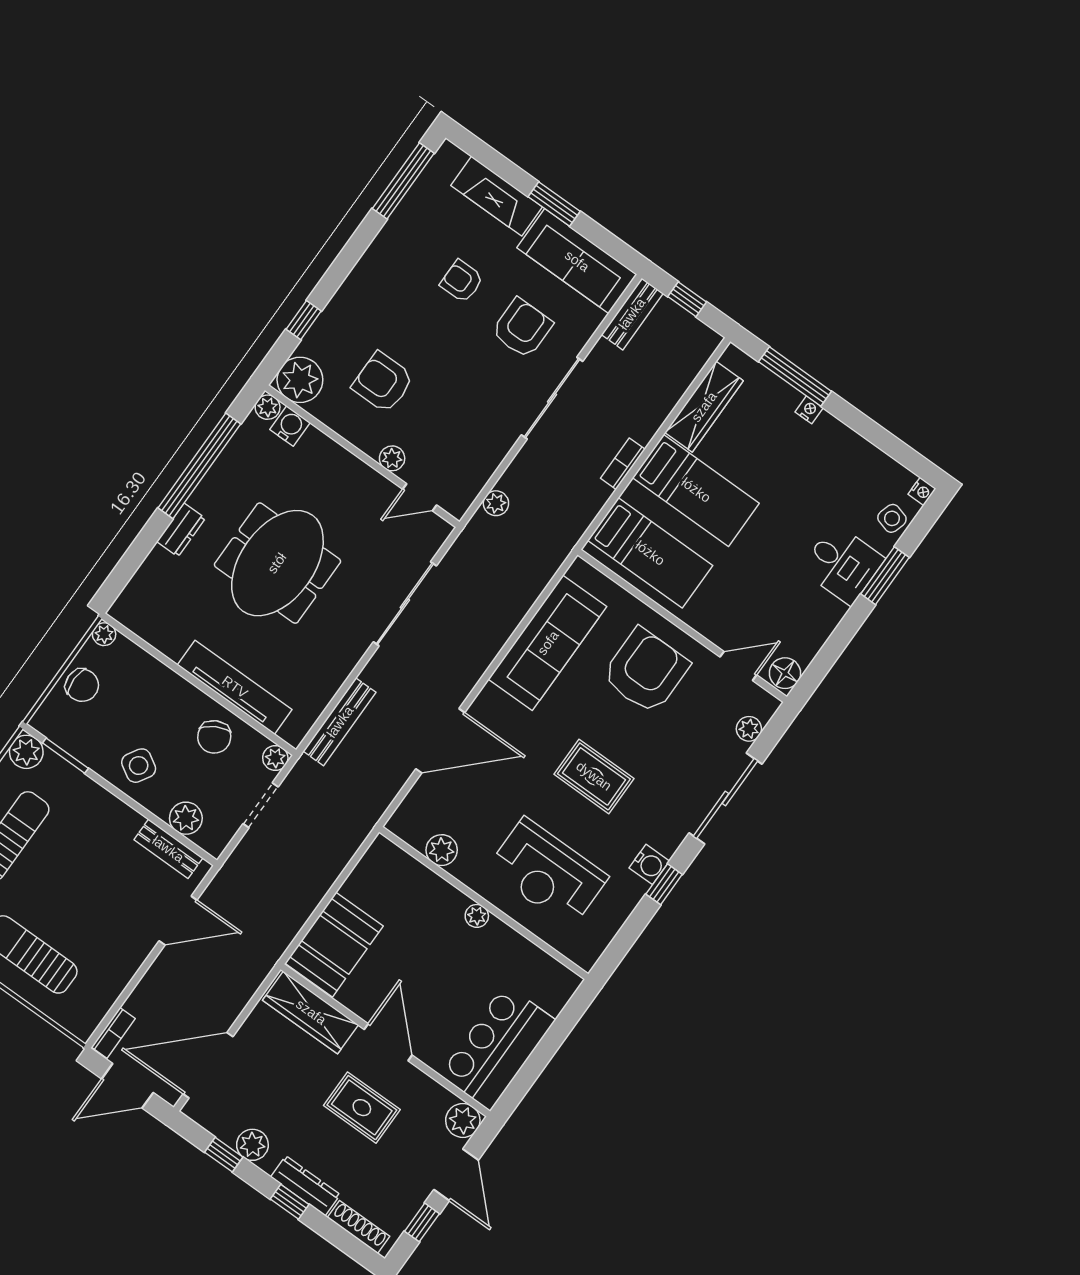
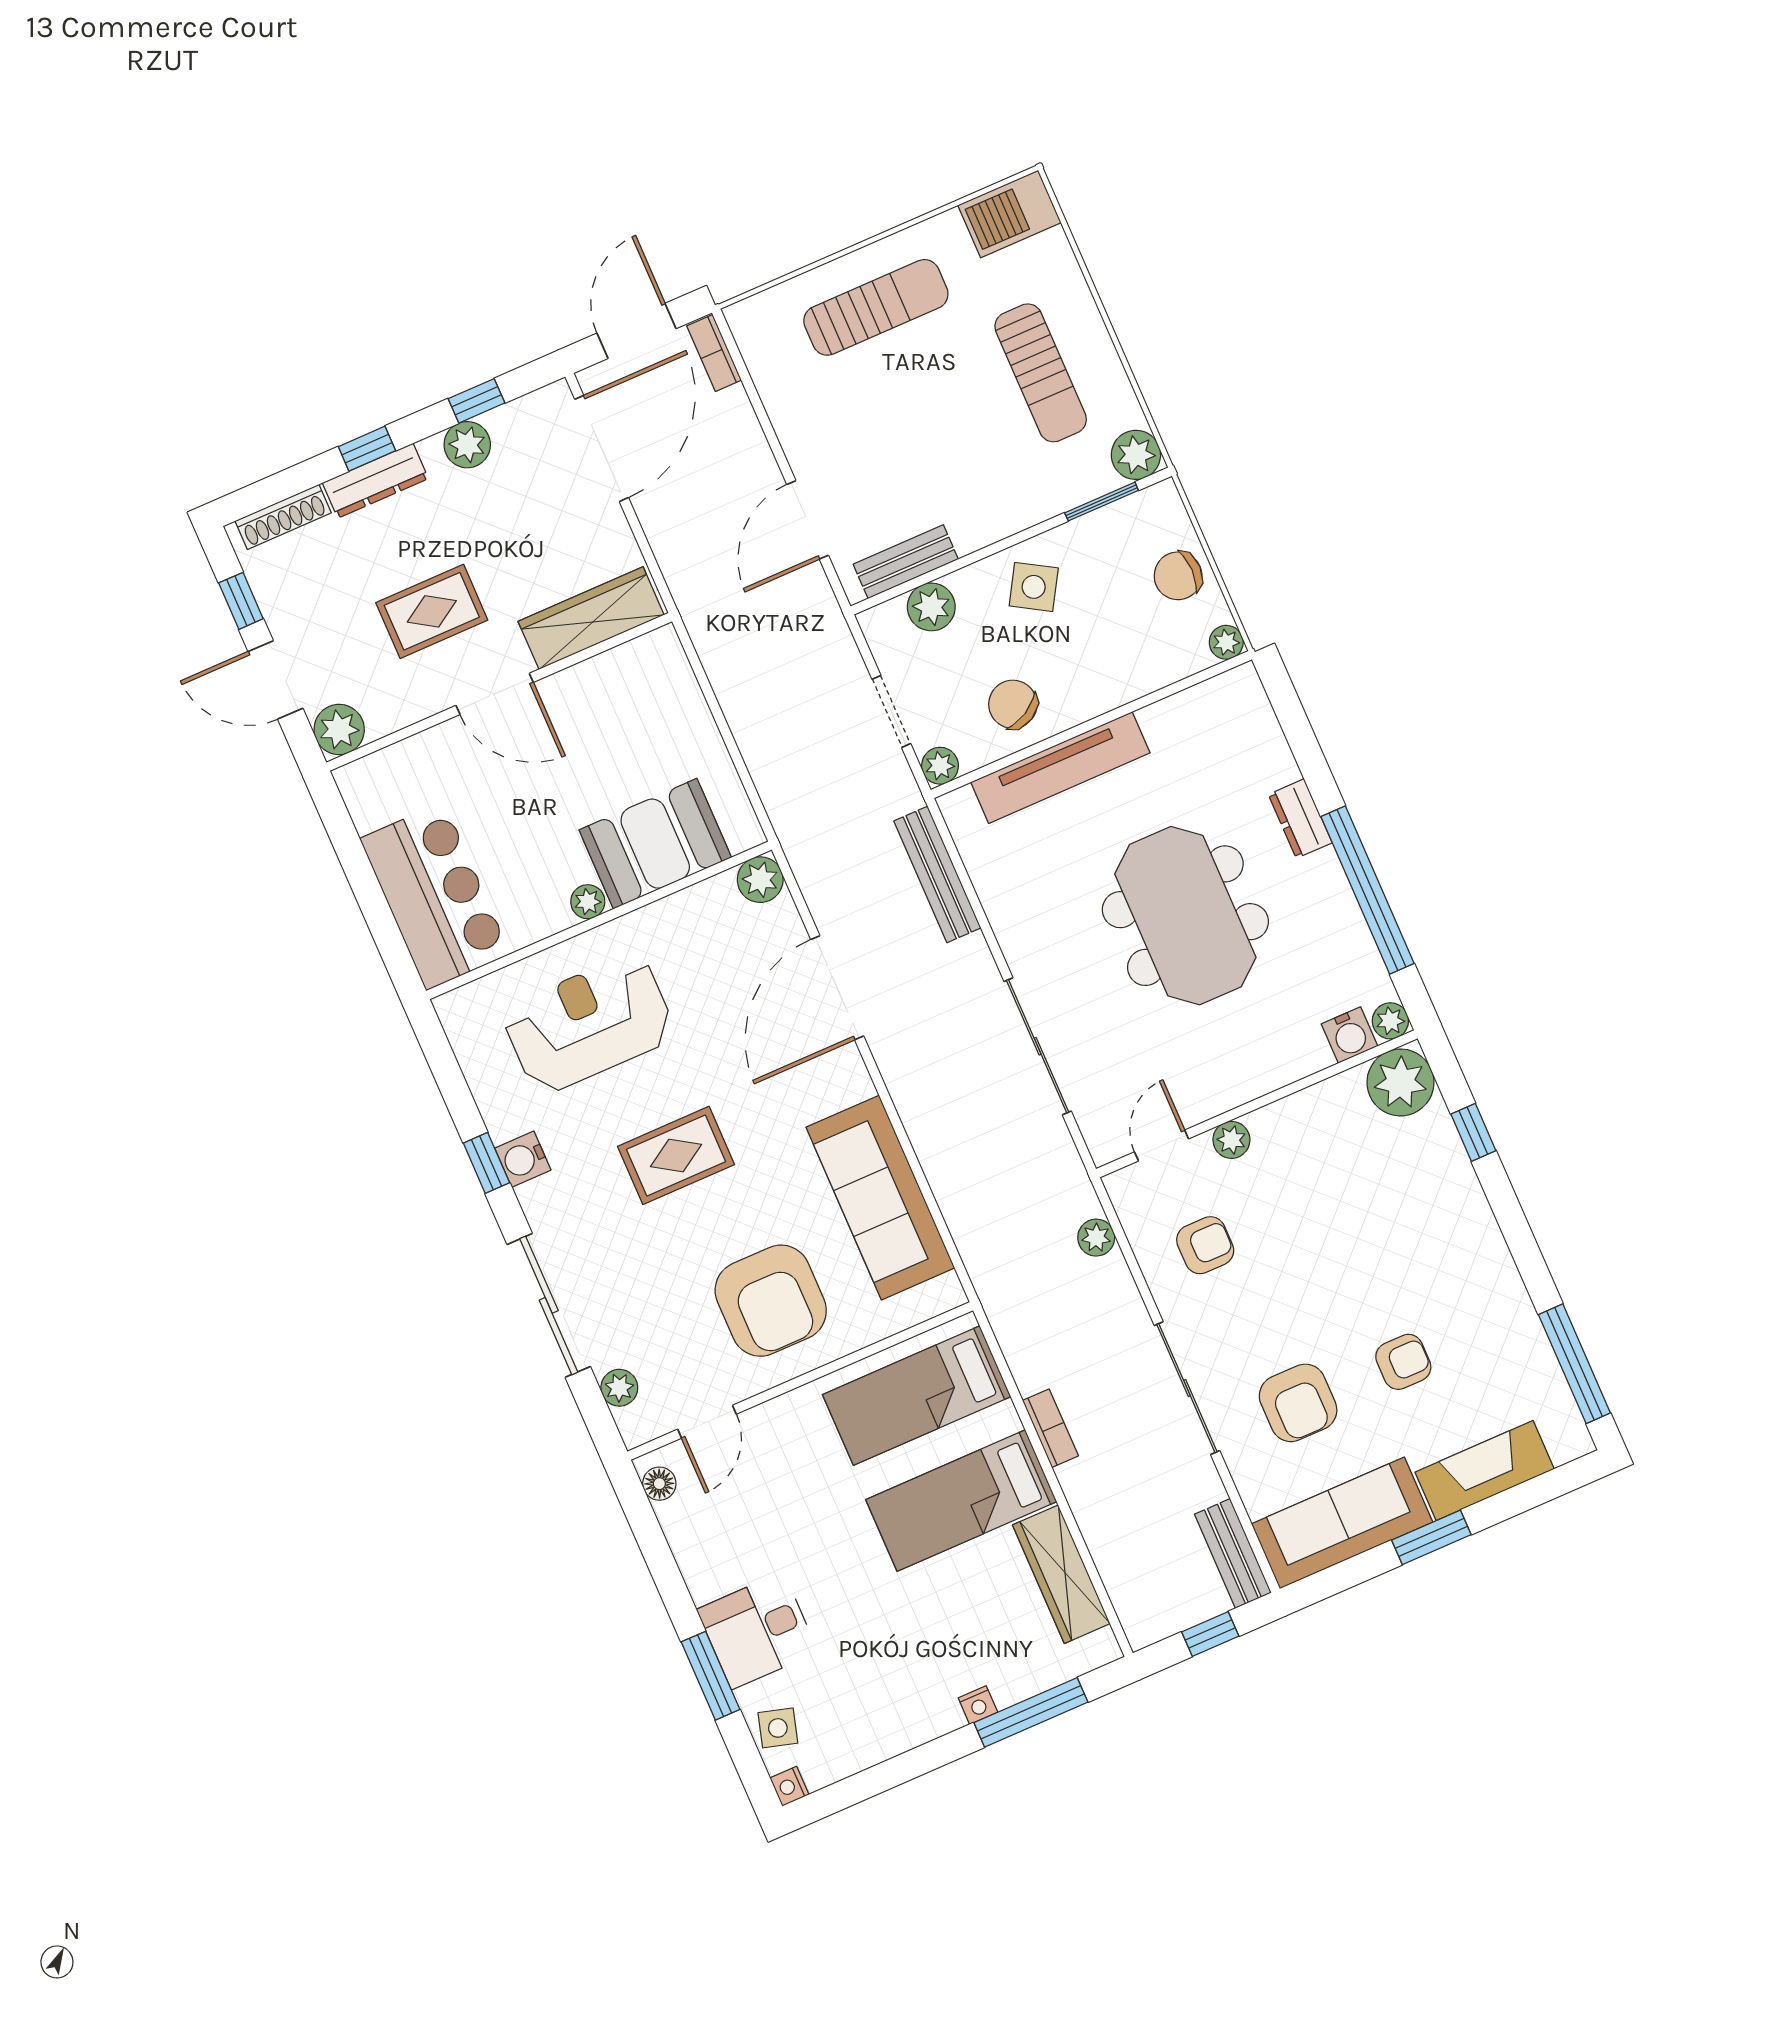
armchair: (383, 382) -> (1205, 1245), moved, width x0.72, depth x0.72
floor lamp: (785, 673) -> (659, 1484), width x0.73, depth x0.73
plant: (442, 850) -> (760, 880), moved
booth: (334, 945) -> (655, 844), moved, turned 90
bar counter: (497, 1048) -> (435, 896), moved

